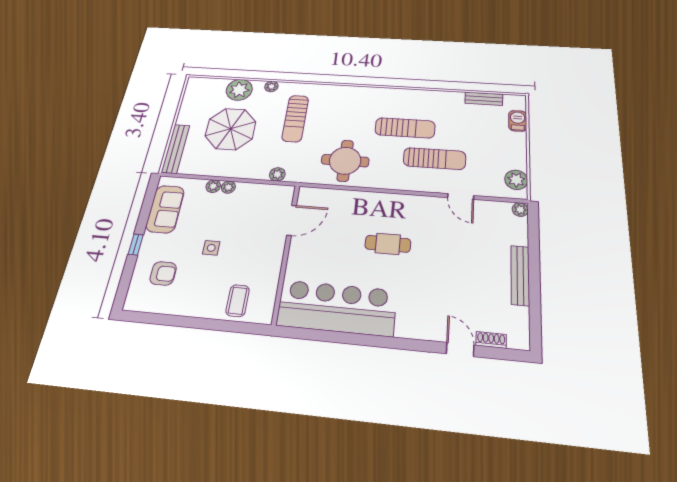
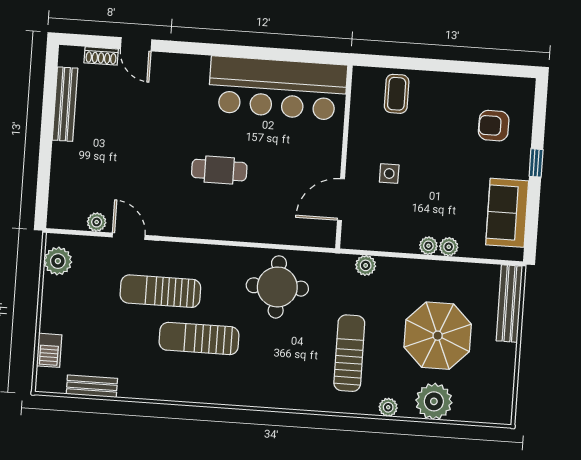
plant: (520, 210) -> (97, 222), moved
side table: (211, 248) -> (389, 174), moved
bench: (520, 275) -> (65, 104), moved

